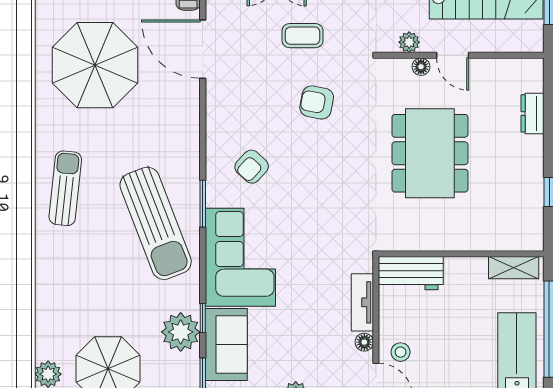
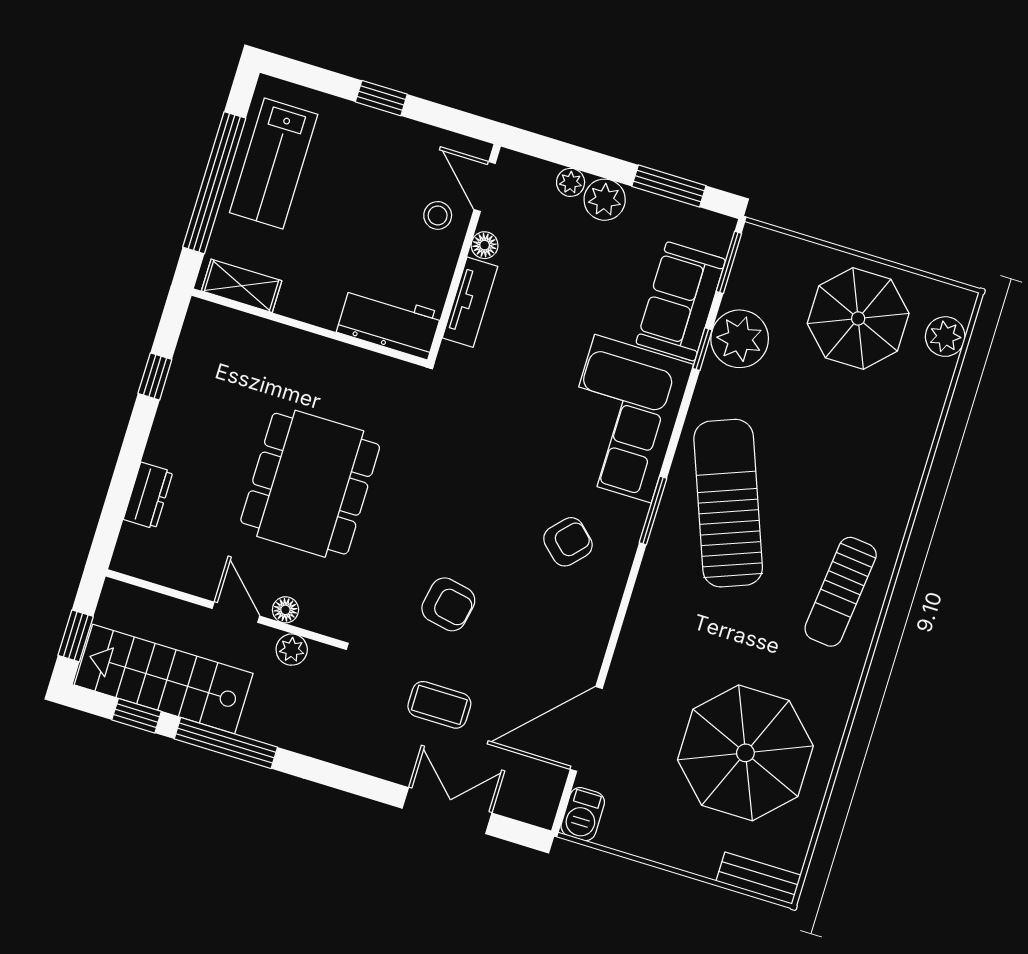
door: (203, 49) -> (586, 729), swing flipped

